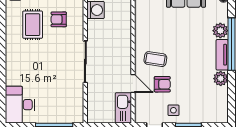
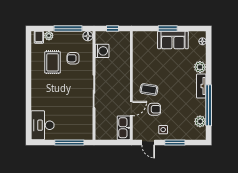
window: (231, 44) -> (209, 105), moved
plant: (221, 79) -> (200, 121), moved
door: (133, 83) -> (131, 109), hinge flipped

